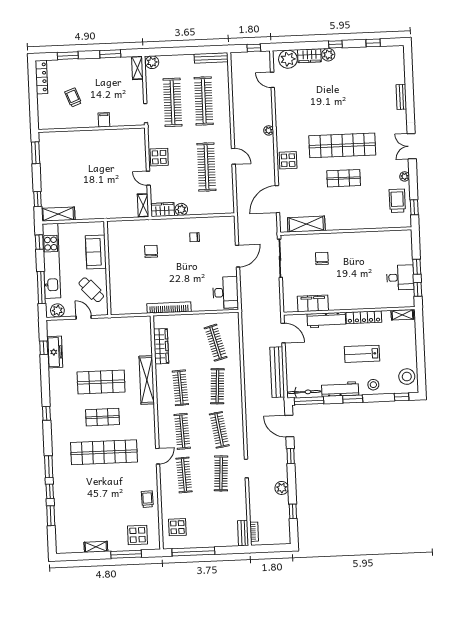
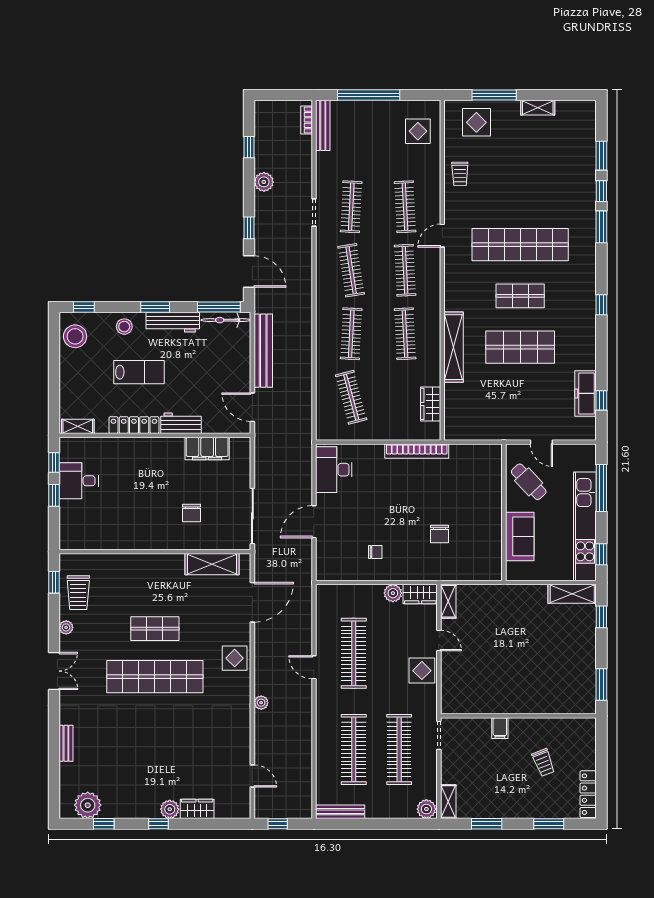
plant: (288, 59) -> (88, 805), moved
plant: (57, 310) -> (579, 454), removed
workbench: (326, 320) -> (181, 423), width x0.73
wardrobe: (161, 346) -> (431, 404), width x0.67
bench: (243, 533) -> (323, 125), width x1.36
window: (193, 551) -> (369, 95), moved

